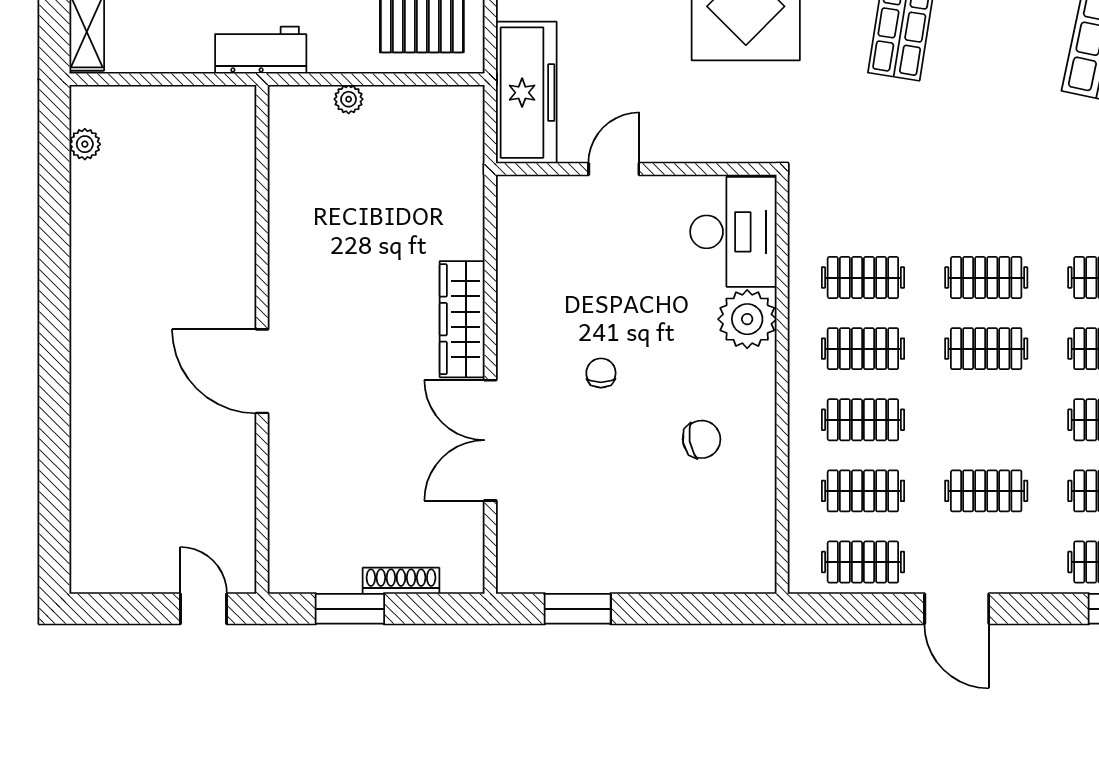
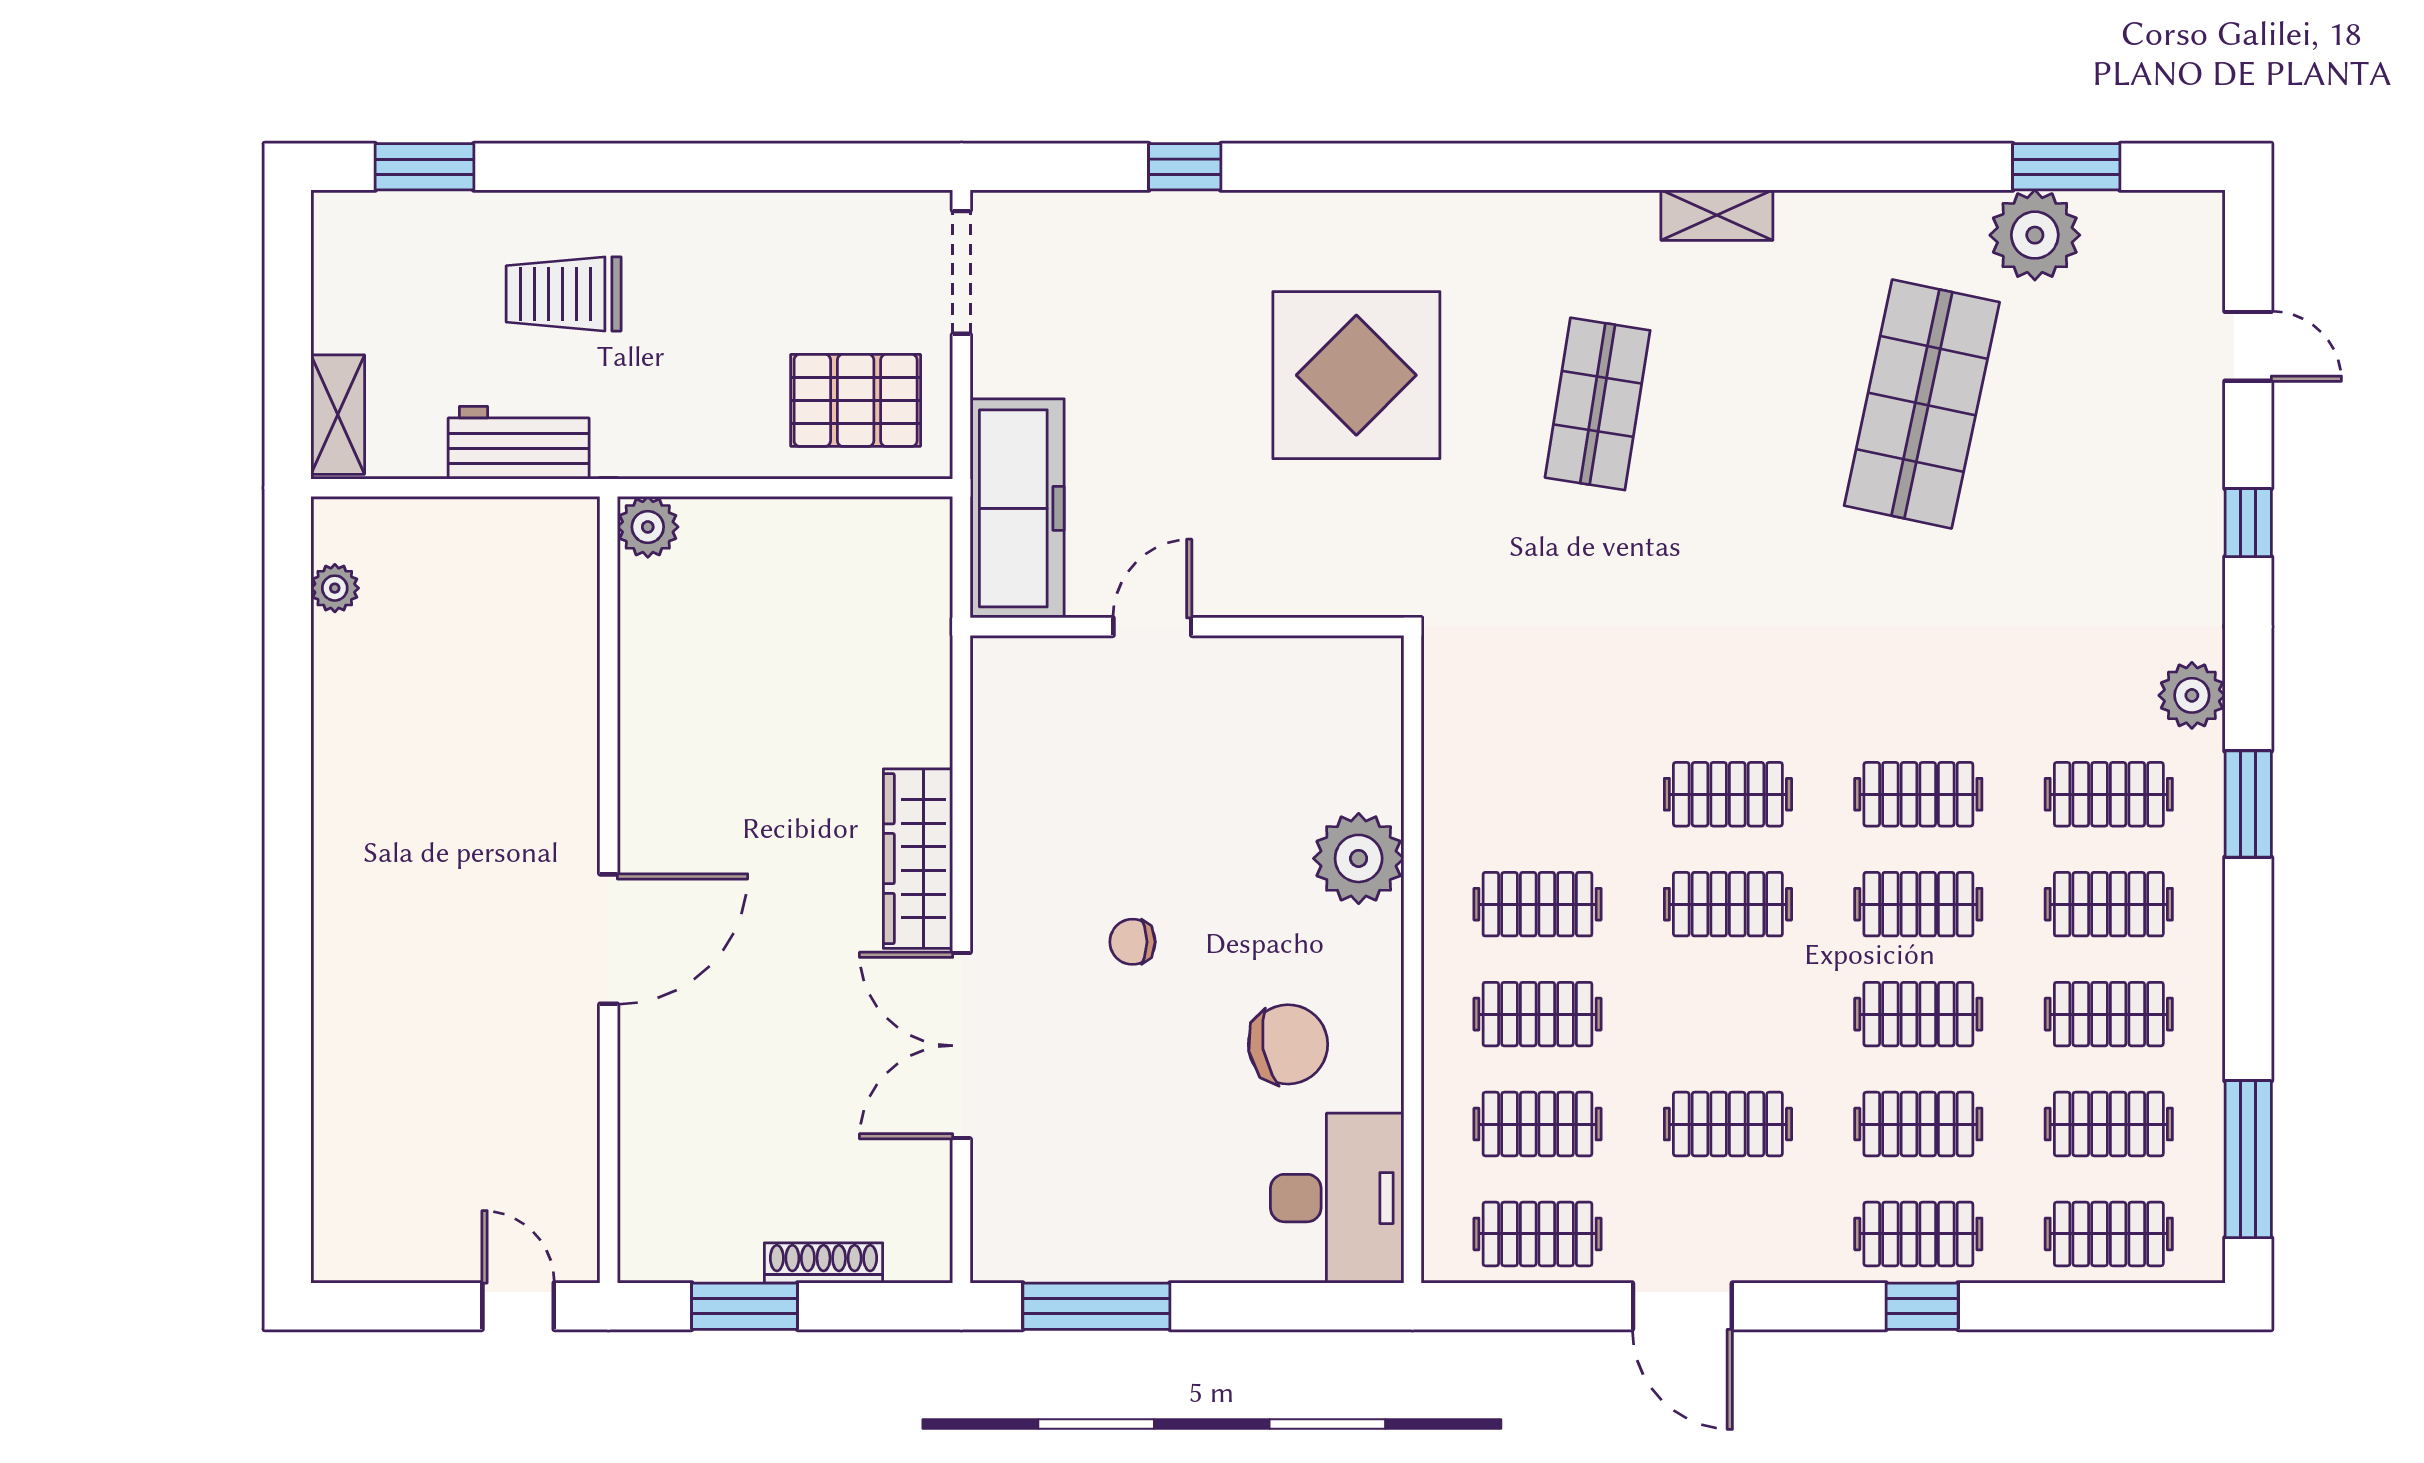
workbench: (261, 50) -> (519, 443), moved
plant: (349, 99) -> (648, 527), moved, width x1.38, depth x1.38
desk: (733, 232) -> (1337, 1198), moved
clothes rail: (863, 278) -> (1537, 794), removed
door: (262, 371) -> (609, 939), swing flipped
chair: (601, 373) -> (1133, 942), turned -90
chair: (702, 439) -> (1288, 1044), width x1.37, depth x1.37
window: (578, 609) -> (1096, 1306), width x1.44

